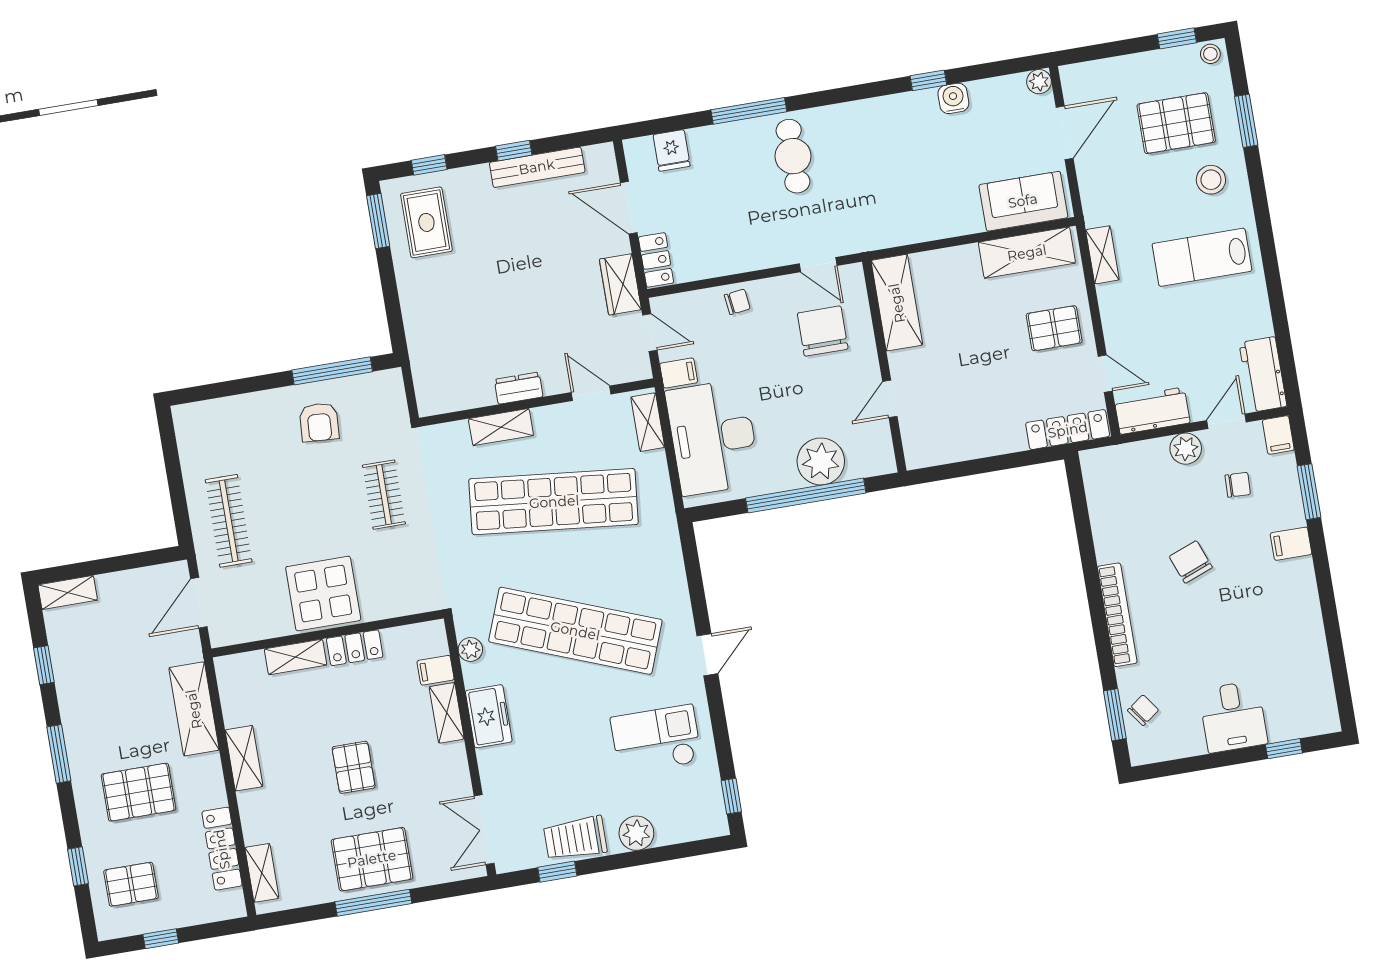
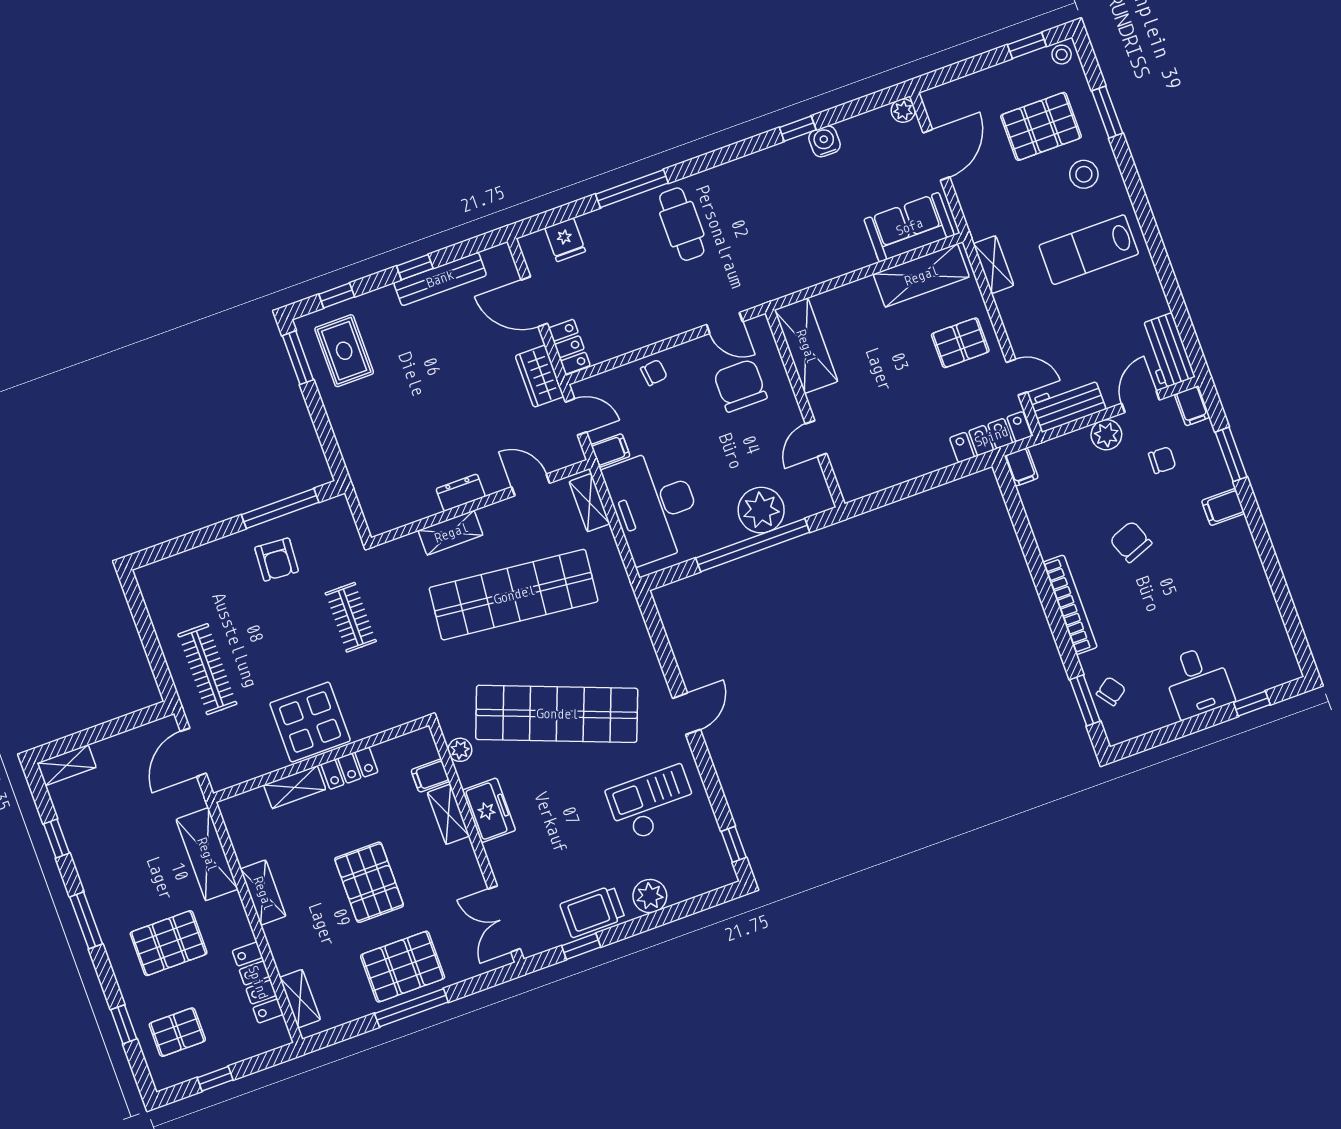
filing cabinet: (1093, 466) -> (1021, 467), added
pallet: (354, 767) -> (369, 882), width x1.50, depth x1.42

